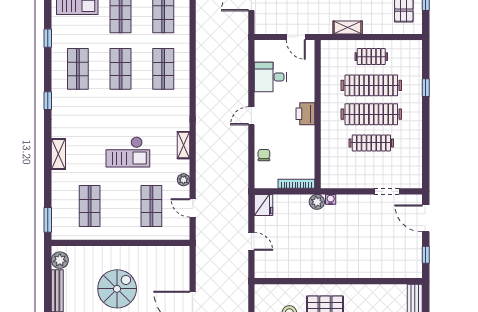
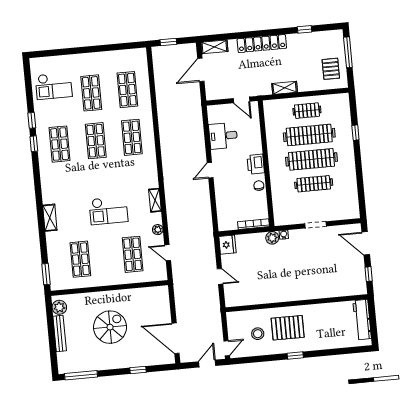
window: (48, 101) -> (34, 144), moved
chair: (264, 155) -> (259, 186), moved
doorway: (387, 191) -> (315, 225), moved

